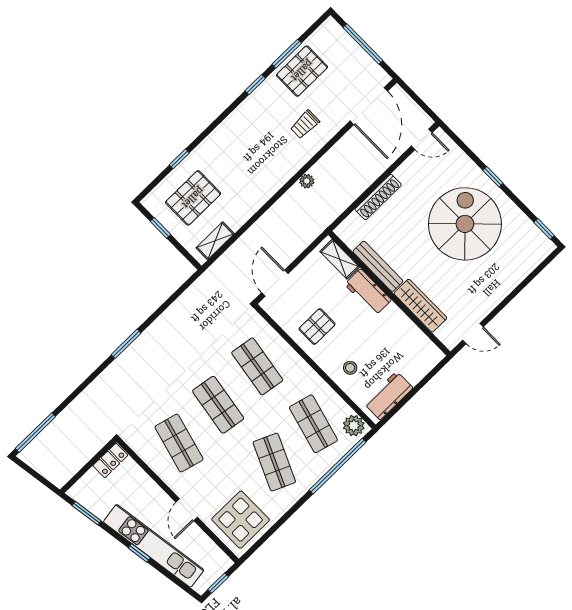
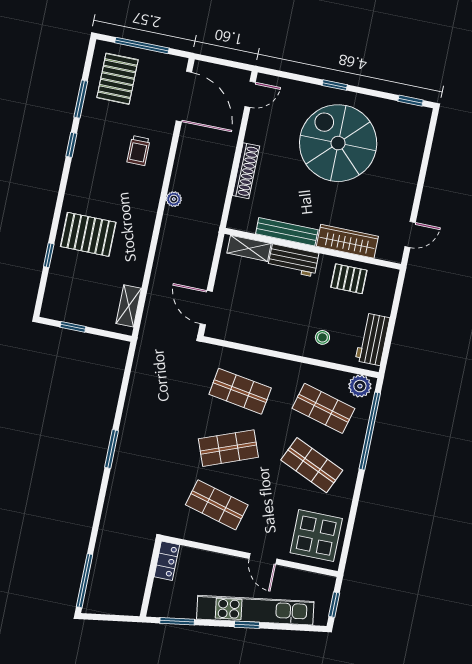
pallet: (302, 71) -> (118, 79), moved
pallet: (193, 198) -> (88, 234), moved, turned 90
pallet: (317, 327) -> (349, 279), moved, turned 90
shop shelf: (218, 405) -> (228, 448), turned -30

